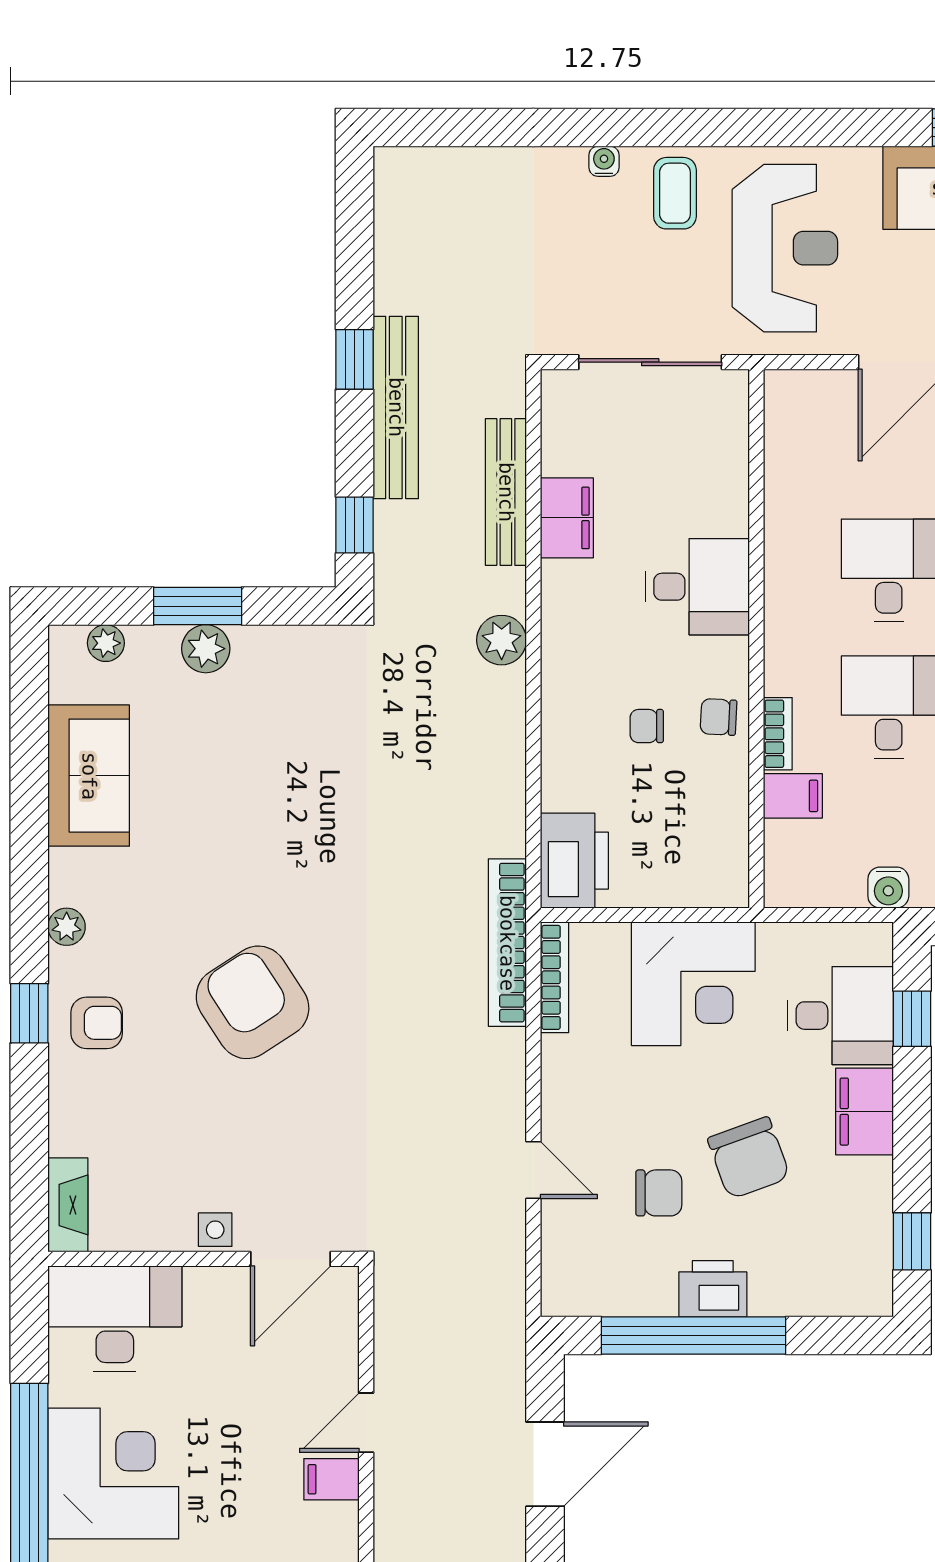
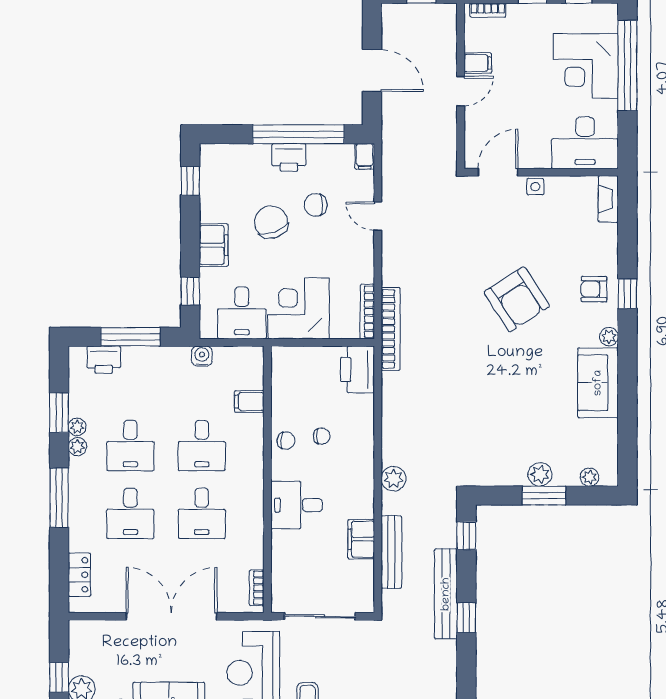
bookcase: (778, 734) -> (257, 588), moved
sofa: (89, 776) -> (598, 383), moved
desk: (841, 1016) -> (242, 313), moved, turned -90
filing cabinet: (560, 1291) -> (365, 156), added
door: (545, 1464) -> (372, 71), swing flipped

